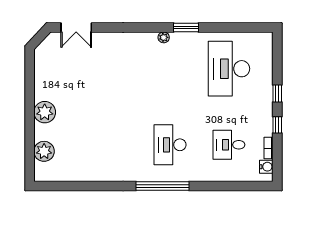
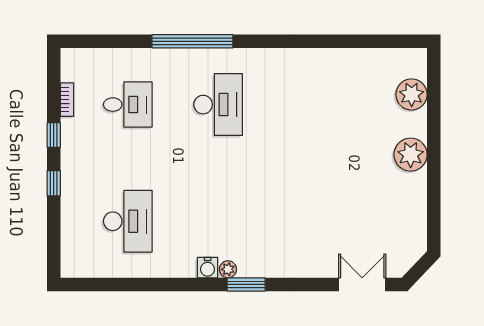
window: (186, 28) -> (246, 284), moved
desk: (229, 69) -> (128, 221), width x0.73, depth x0.77
water cooler: (266, 167) -> (208, 268), moved, turned -90
window: (162, 186) -> (192, 41), moved

